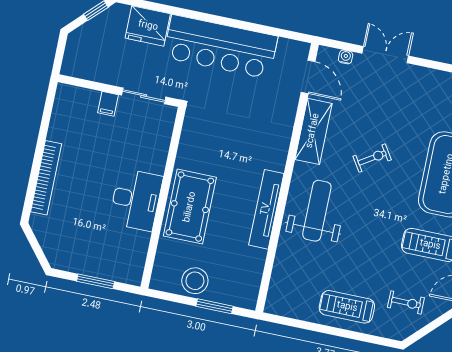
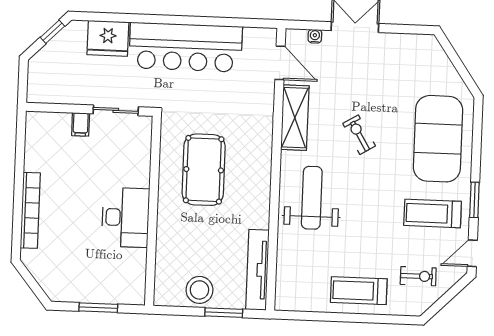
exercise bike: (372, 158) -> (359, 135), turned -88
pool table: (190, 207) -> (204, 170), moved
tv unit: (266, 209) -> (257, 270), moved

